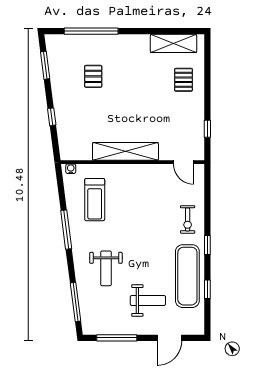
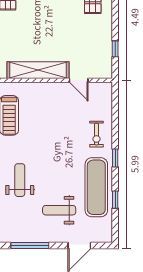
door: (184, 162) -> (79, 80), moved
weight bench: (106, 268) -> (20, 180), turned 180
weight bench: (148, 301) -> (59, 210), turned 180

